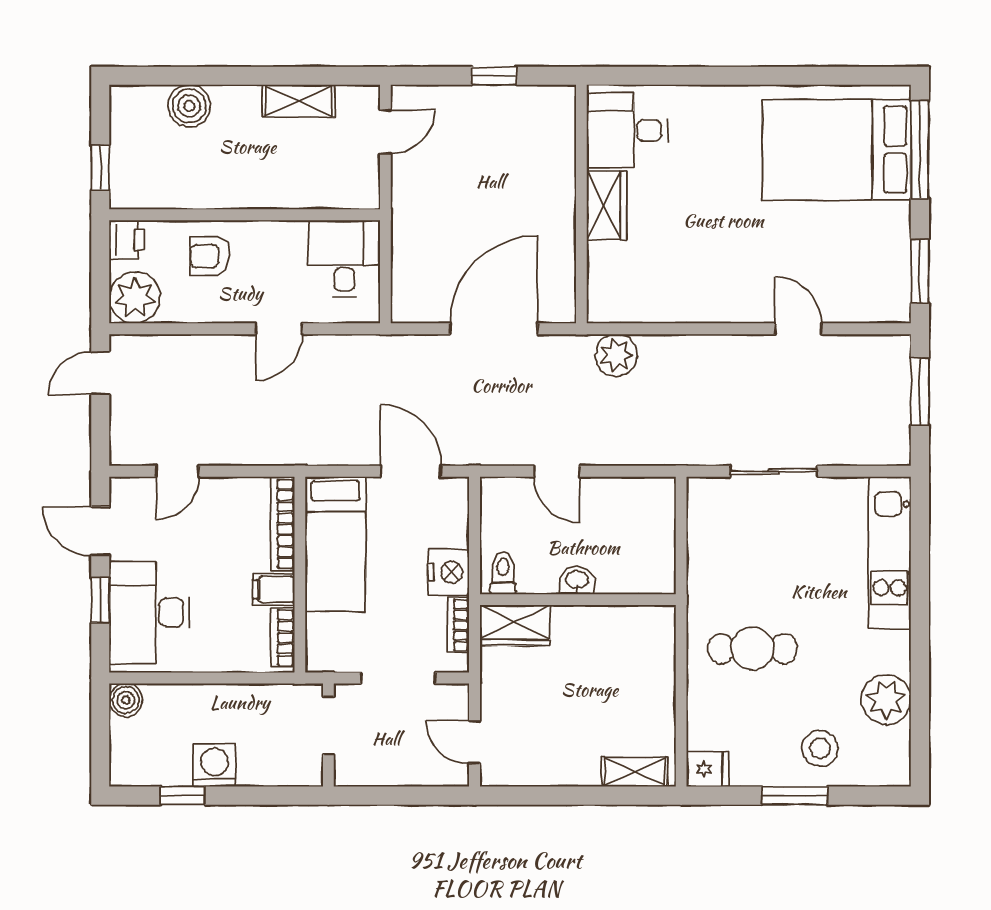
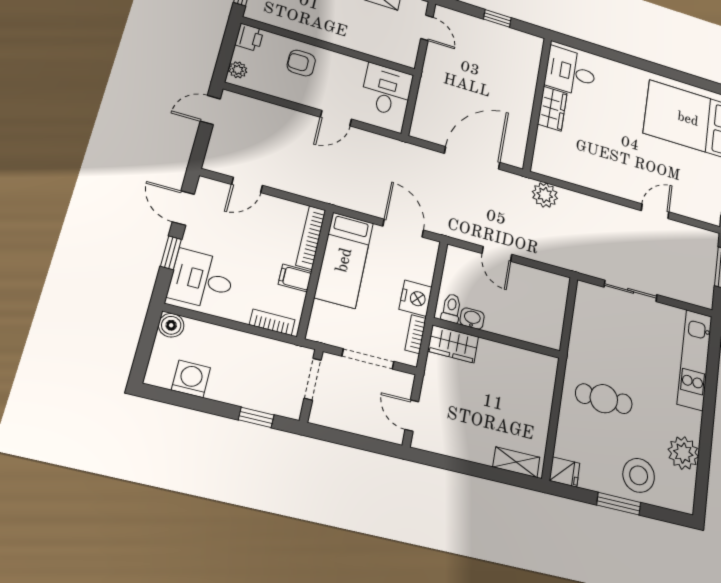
door: (385, 132) -> (427, 28), hinge flipped
plant: (135, 298) -> (238, 70), width x0.53, depth x0.53
door: (798, 329) -> (655, 211), hinge flipped
washbasin: (577, 580) -> (472, 319), moved
desk: (149, 612) -> (202, 280), width x0.73
bookcase: (283, 638) -> (272, 322), moved, turned 90
stool: (820, 748) -> (639, 475), width x1.38, depth x1.38
washing machine: (214, 765) -> (191, 379), moved
window: (183, 796) -> (256, 417), moved

